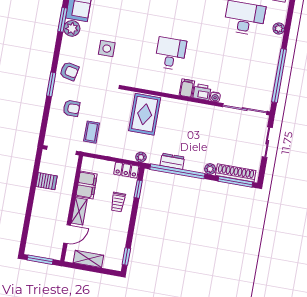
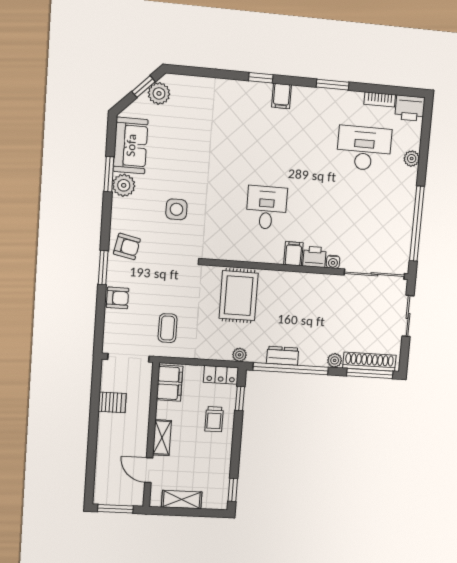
armchair: (71, 108) -> (118, 298), moved
filing cabinet: (87, 185) -> (170, 383), moved
door: (67, 234) -> (149, 470), swing flipped

